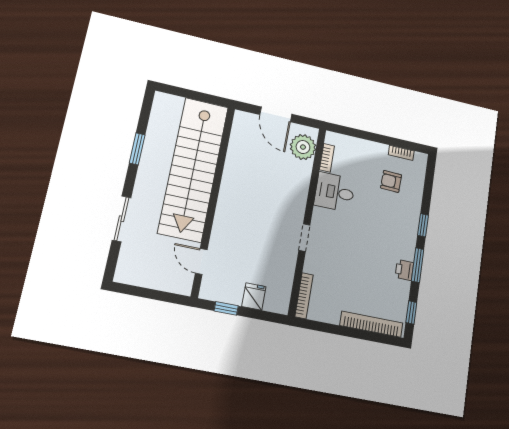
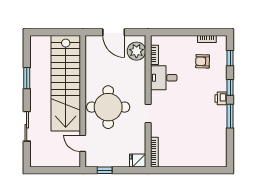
round table: (249, 216) -> (108, 107), added
printer: (404, 270) -> (221, 98), moved
fridge: (254, 297) -> (138, 161), moved, turned -90
window: (411, 312) -> (230, 58), moved
bookcase: (371, 324) -> (203, 162), removed

